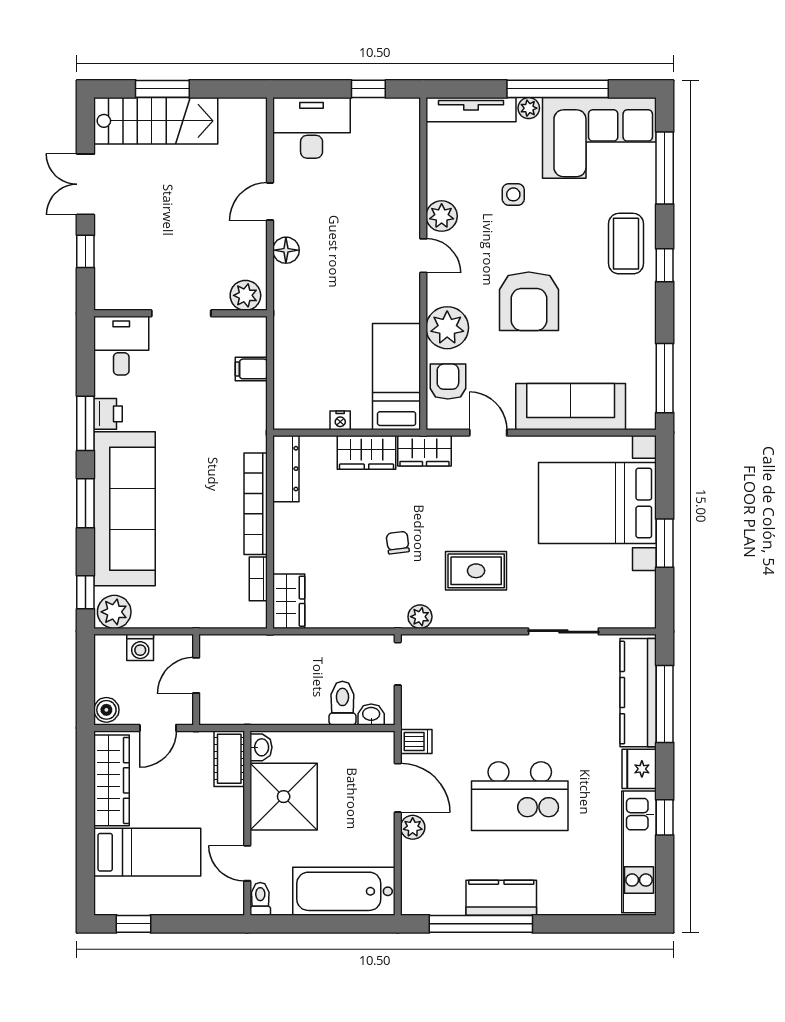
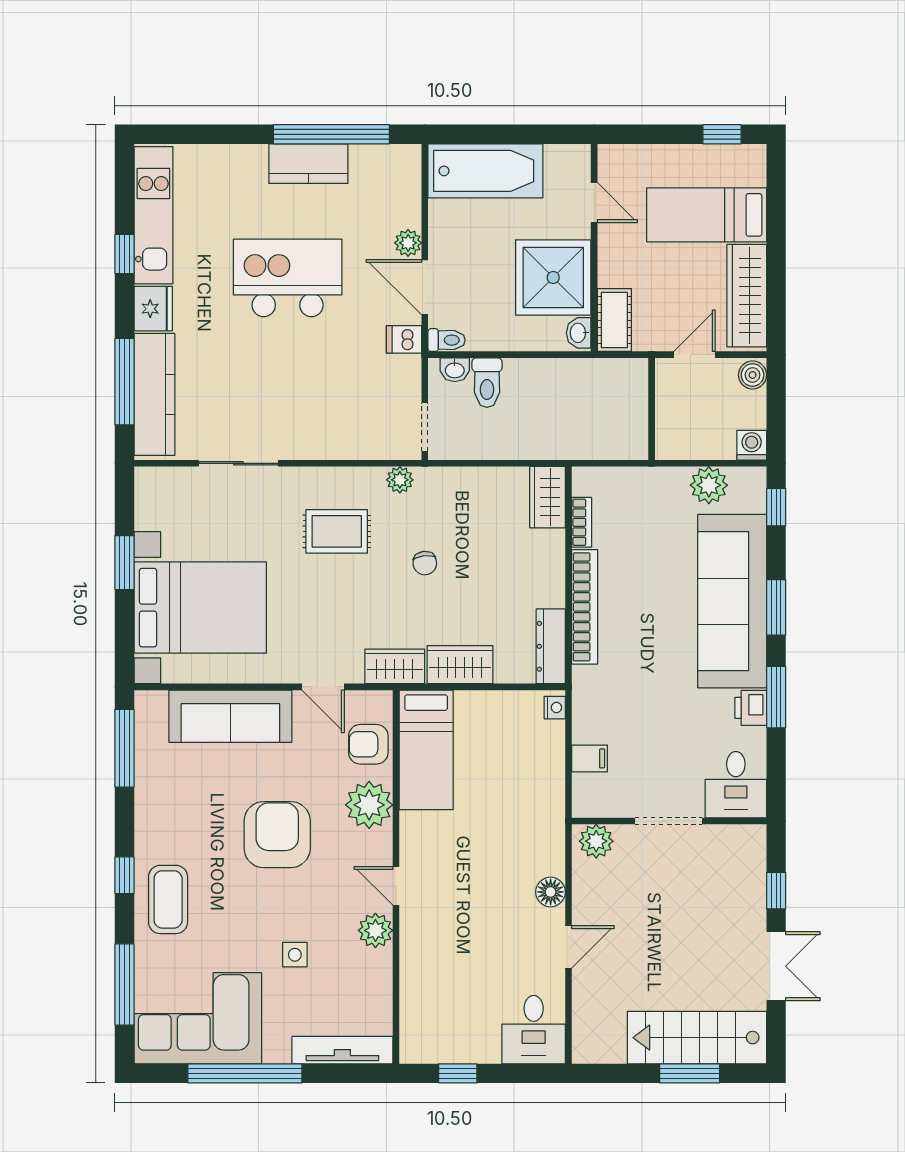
plant: (529, 108) -> (277, 1052), removed
desk: (312, 128) -> (534, 1030), width x0.73
armchair: (448, 382) -> (368, 744), turned 90
nightstand: (340, 420) -> (555, 708), moved, turned 90
plant: (114, 612) -> (709, 485), moved
washing machine: (140, 647) -> (752, 445), moved
door: (196, 675) -> (652, 414), removed
toilet: (260, 899) -> (447, 340), moved, turned -90

